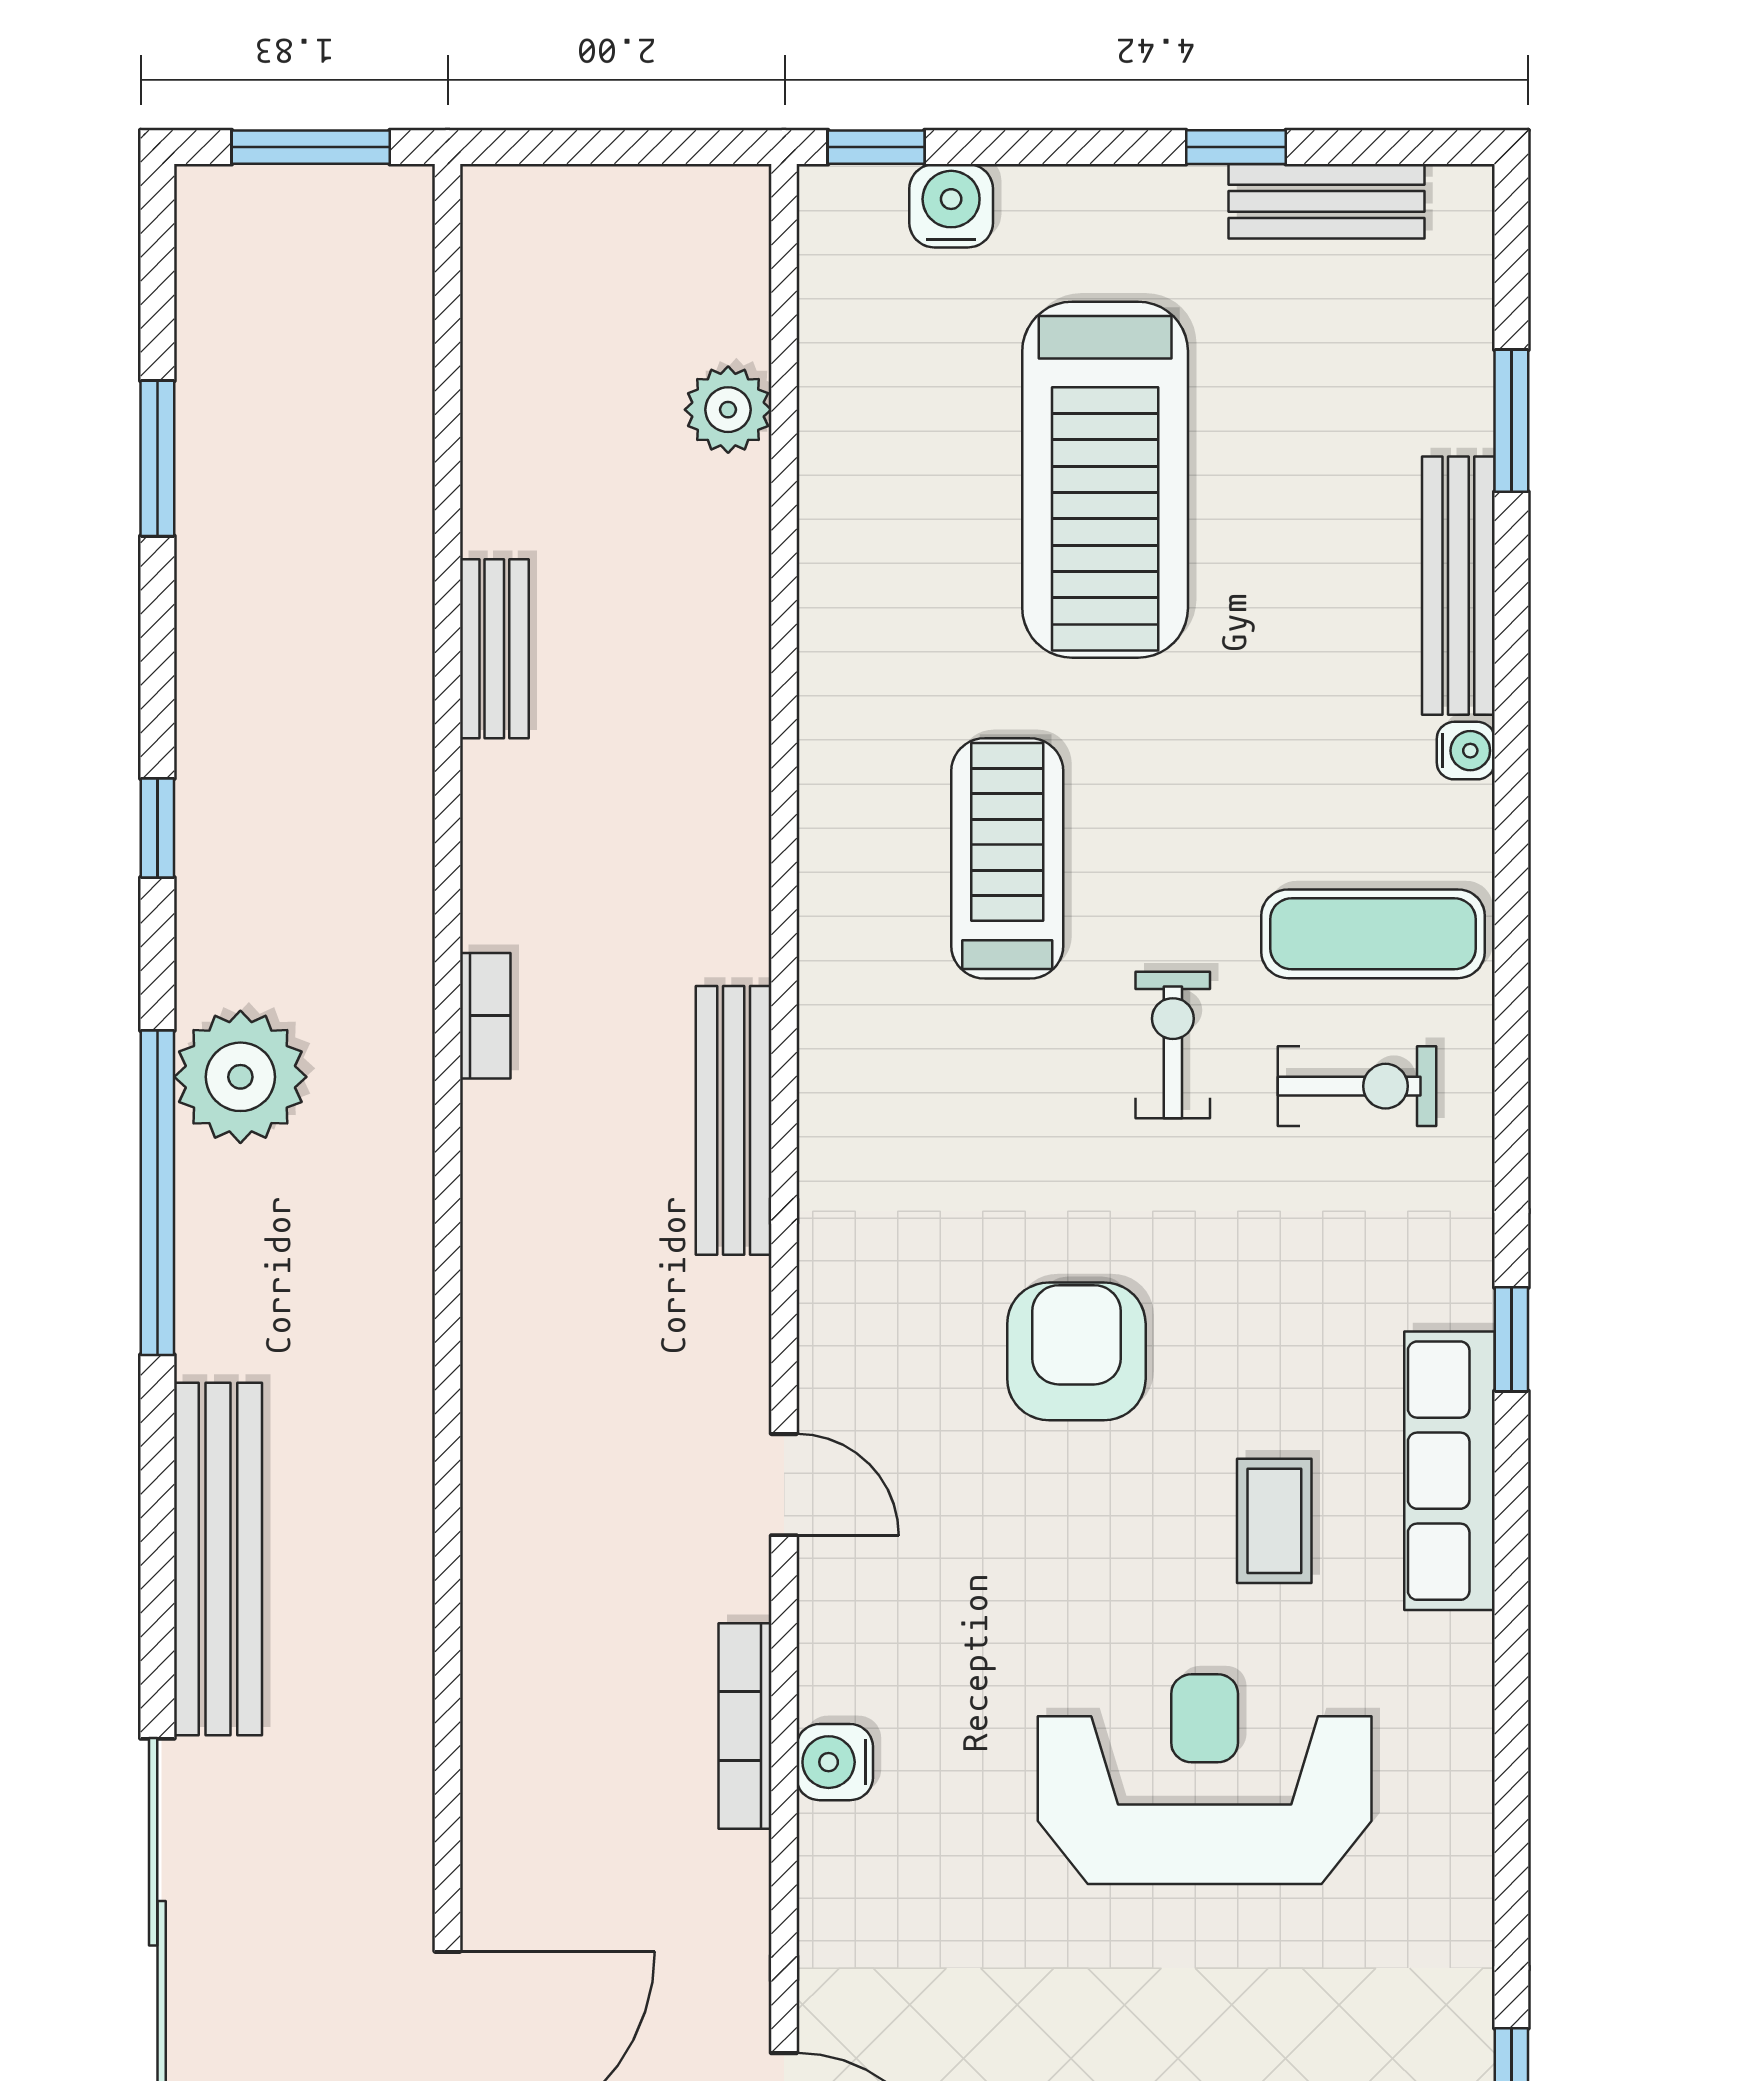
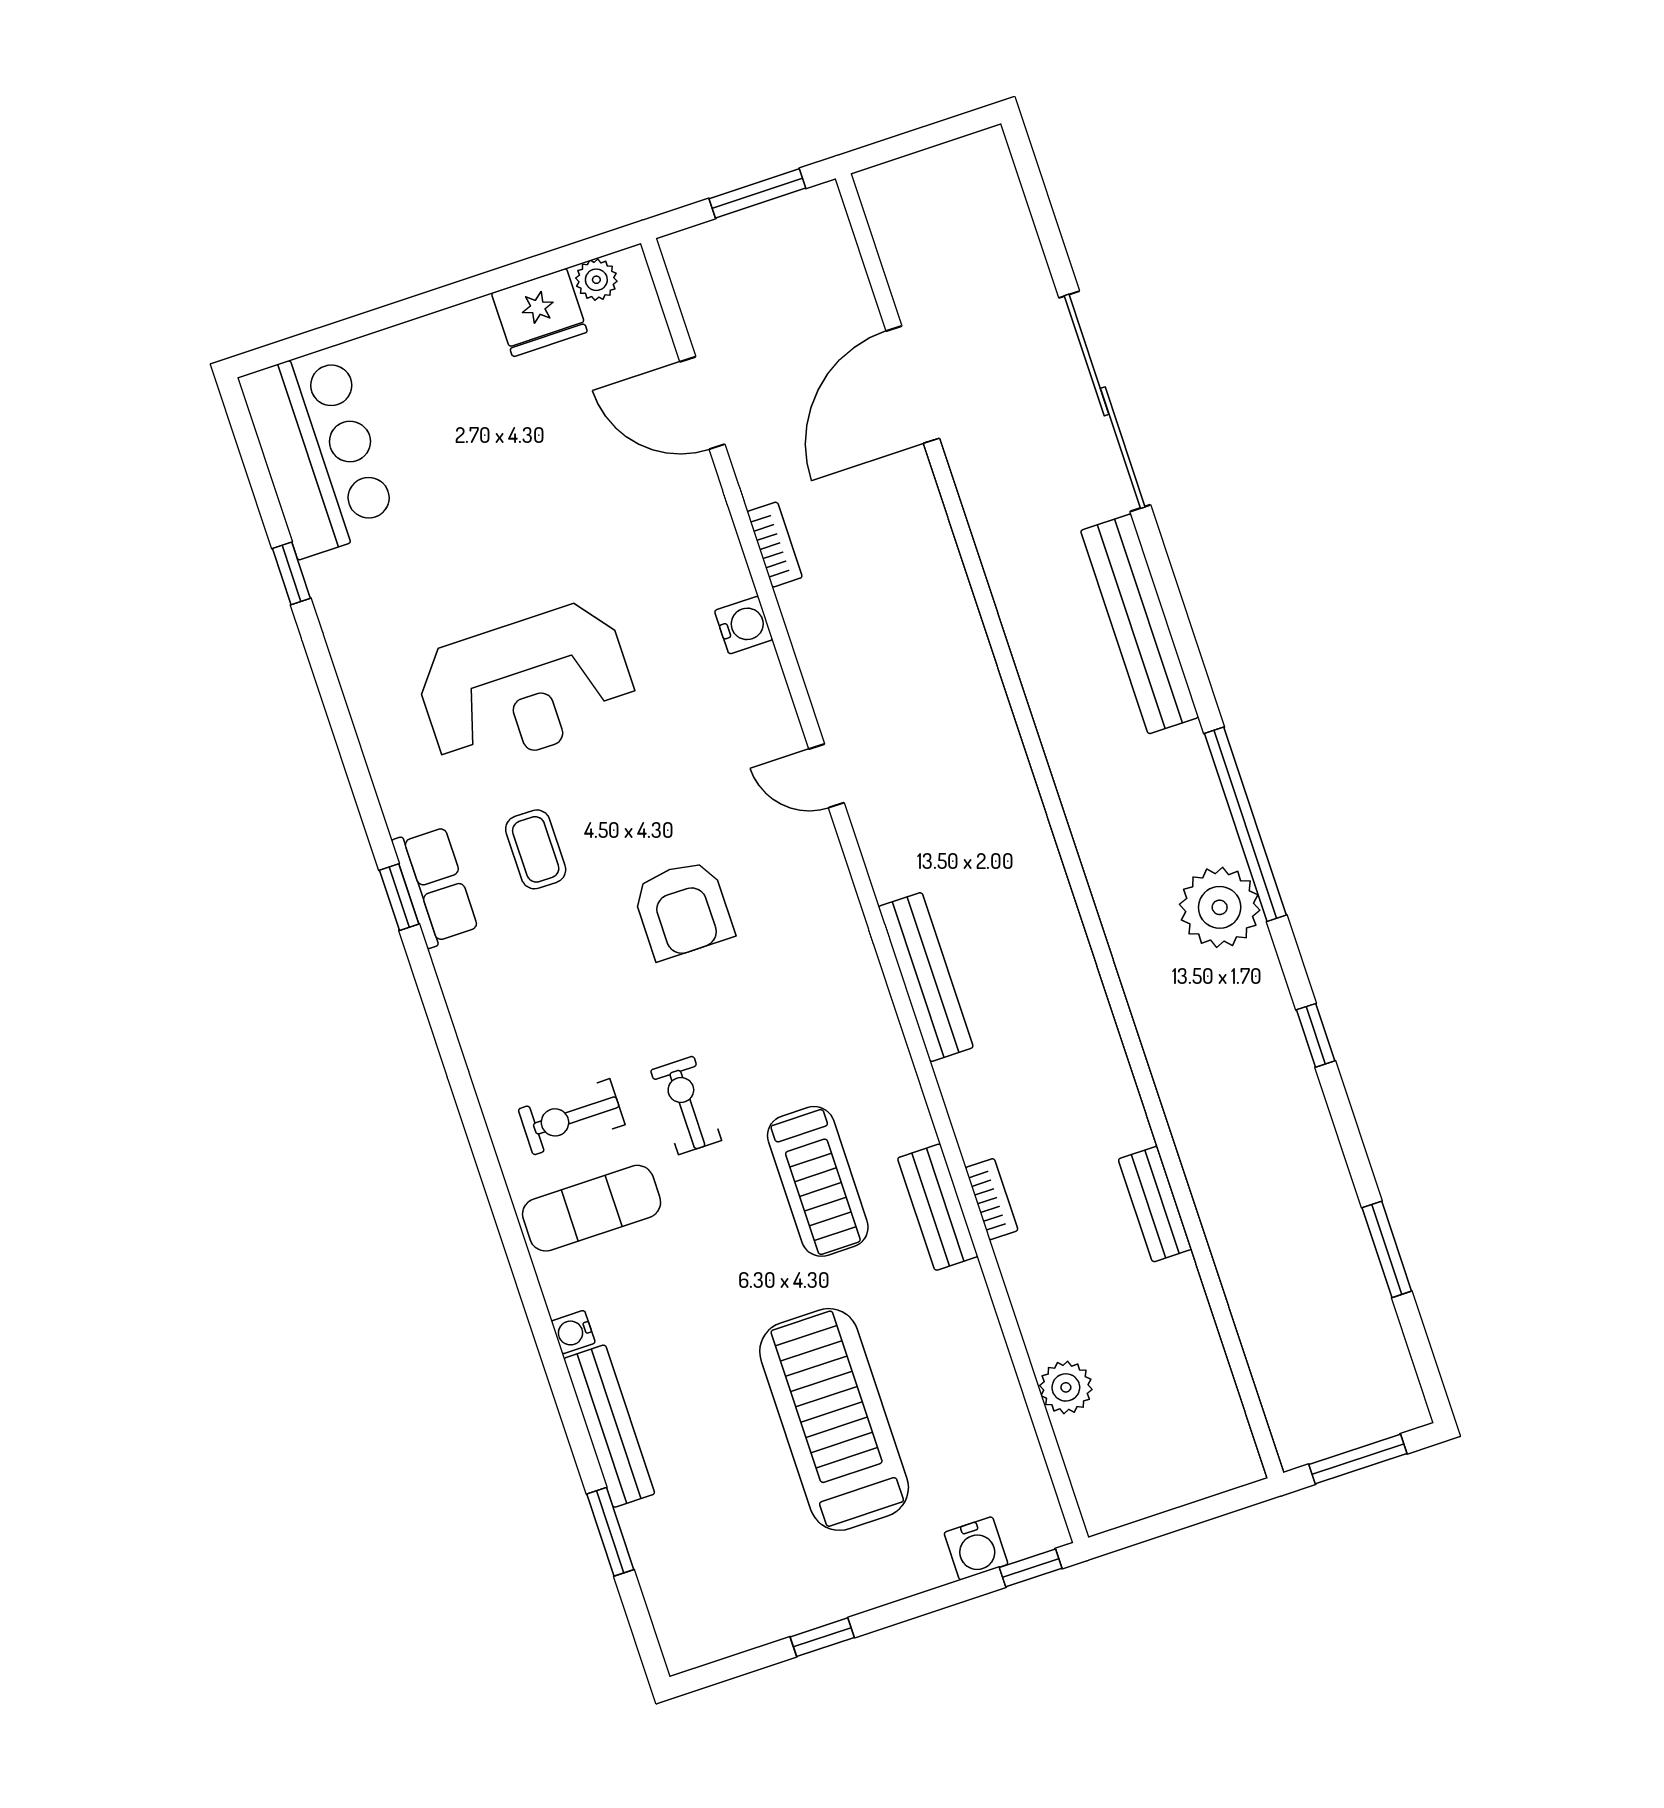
bench: (1326, 201) -> (938, 1207), moved, turned 90
bookcase: (485, 1016) -> (992, 1199), moved, turned 180
exercise bike: (1173, 1045) -> (686, 1105), turned 180
window: (1511, 1339) -> (399, 897), moved
row of seats: (1449, 1471) -> (435, 886), width x0.68
bookcase: (745, 1726) -> (775, 545), moved, width x0.64

